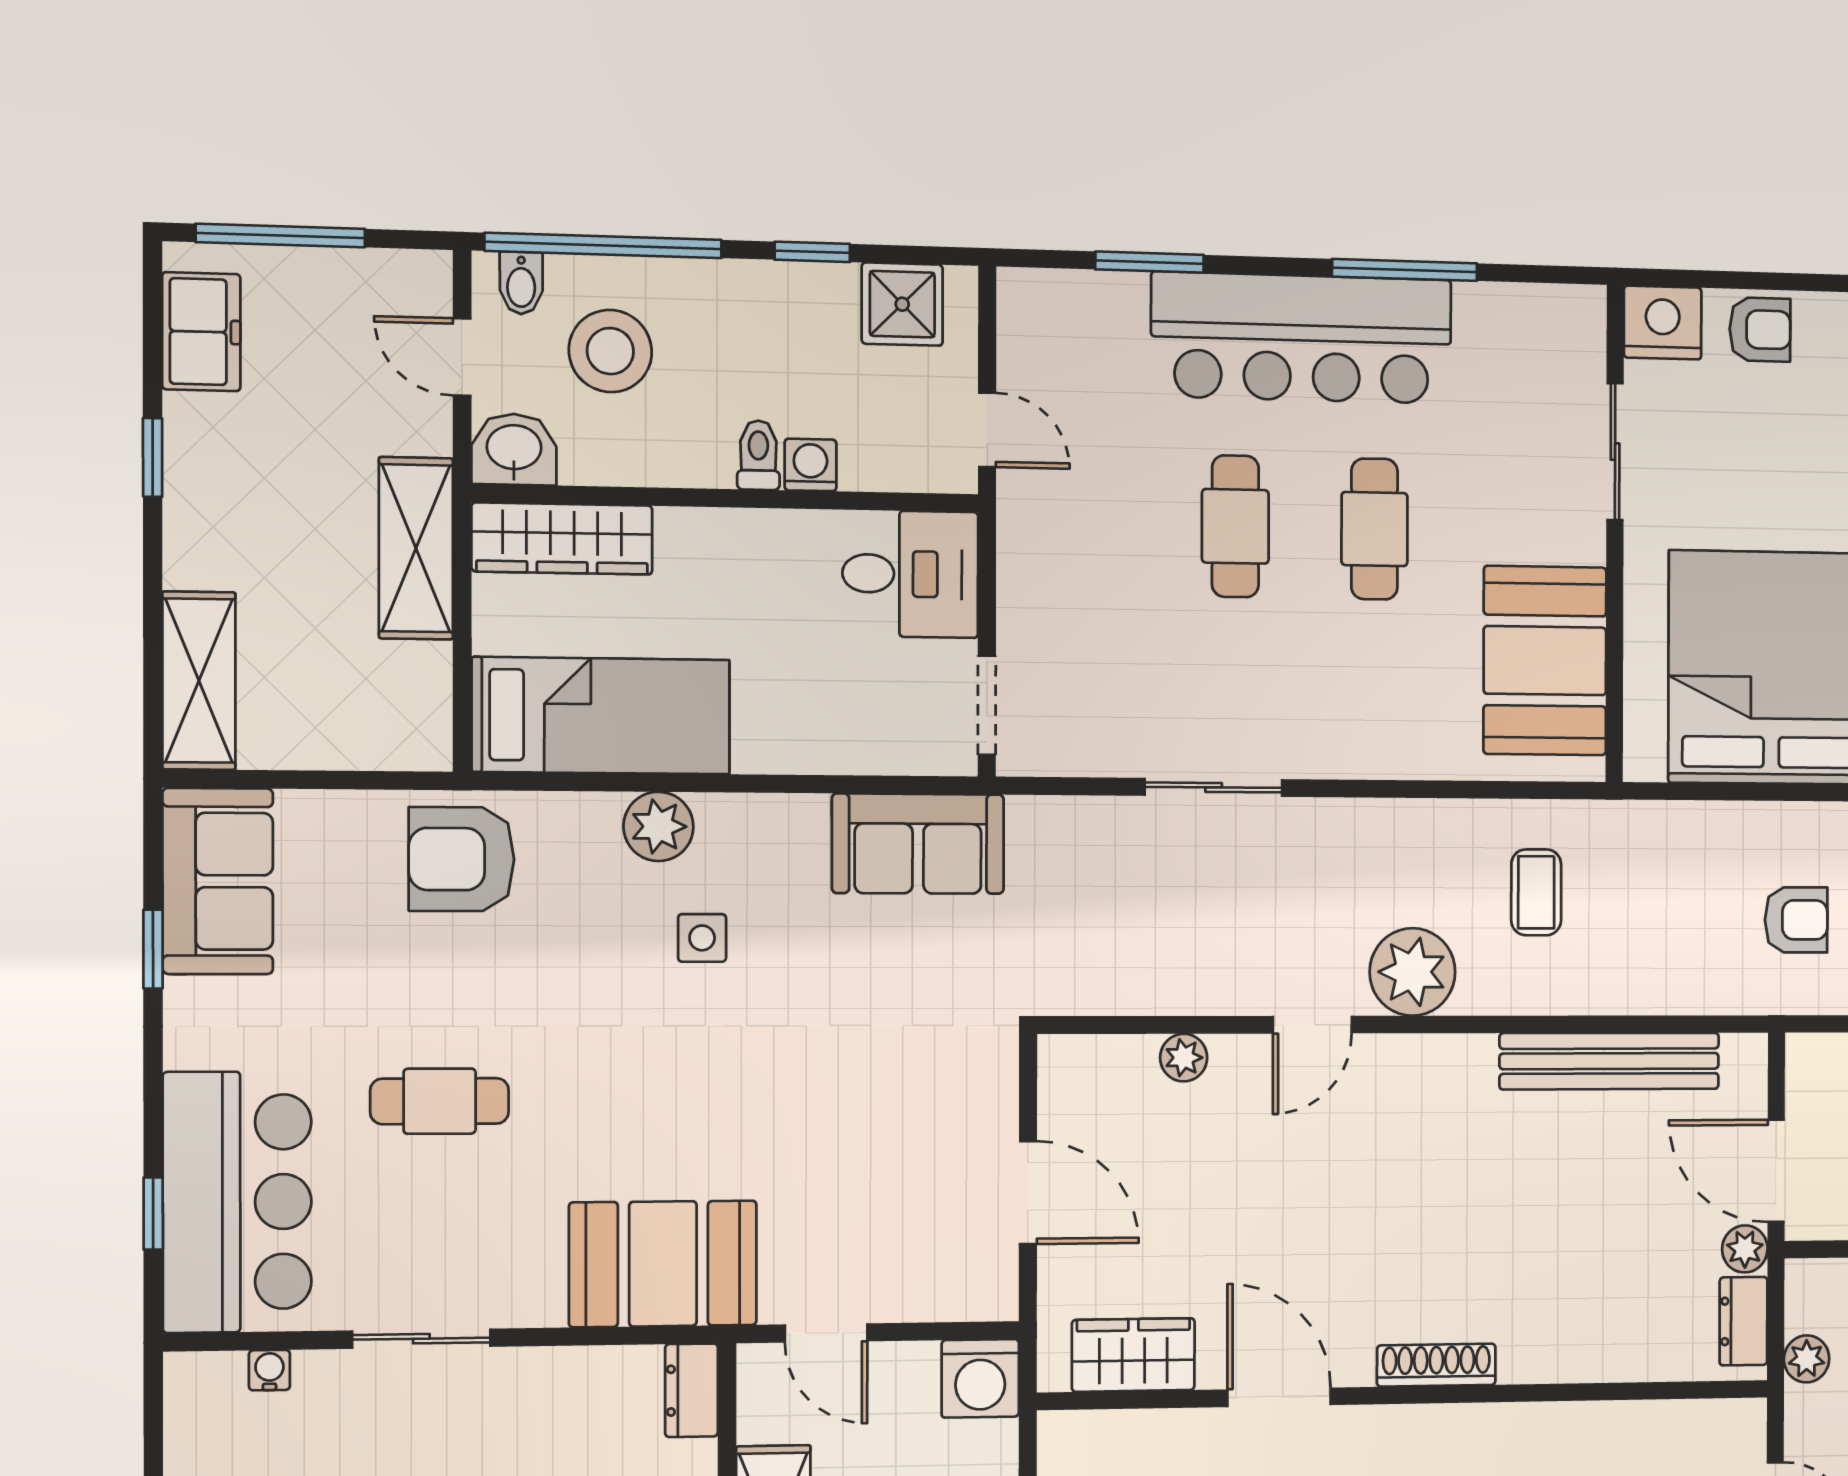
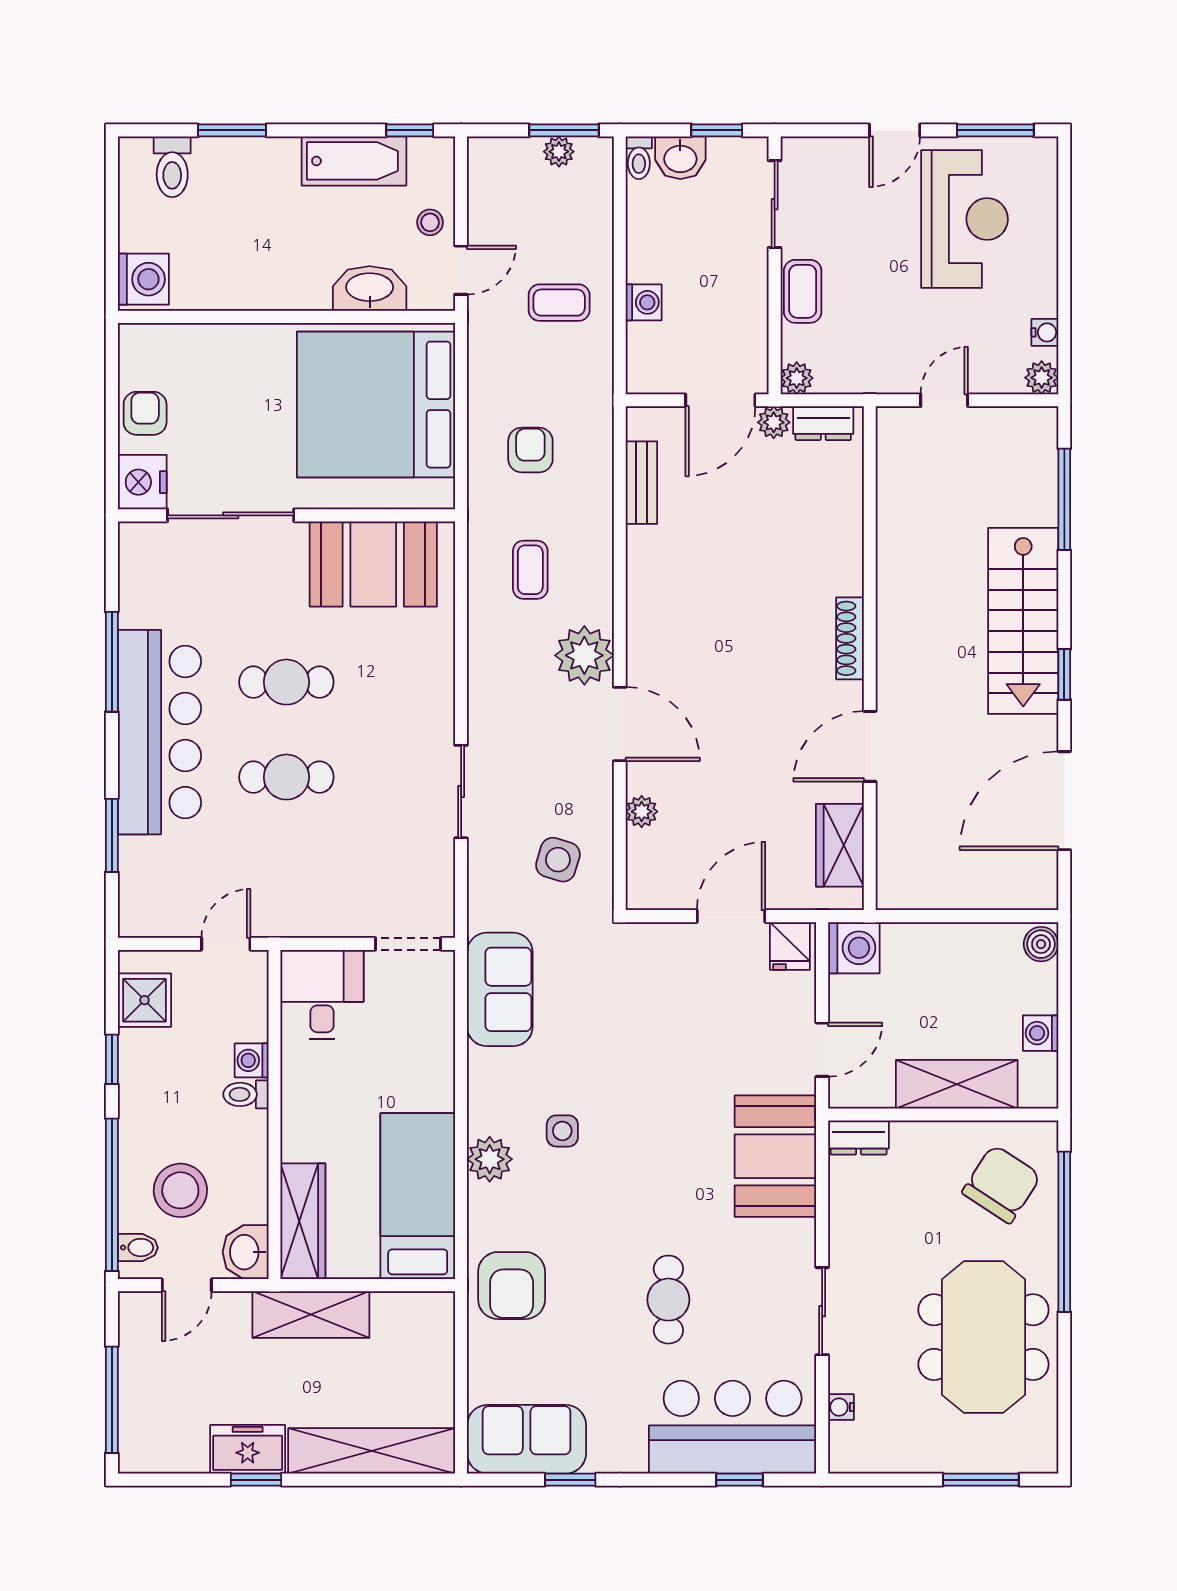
freezer: (201, 332) -> (248, 1449), moved
sliding door: (1615, 452) -> (231, 515), width x1.37
shelving: (199, 681) -> (372, 1451), width x1.47
coffee table: (1536, 892) -> (530, 570), turned 90
armchair: (1796, 920) -> (530, 450), moved
side table: (1113, 932) -> (558, 860), added
door: (1312, 1025) -> (620, 724), width x1.37
bench: (1609, 1061) -> (641, 483), width x0.54, depth x0.82
fridge: (983, 1282) -> (790, 946), added
plant: (1807, 1359) -> (797, 378), moved

